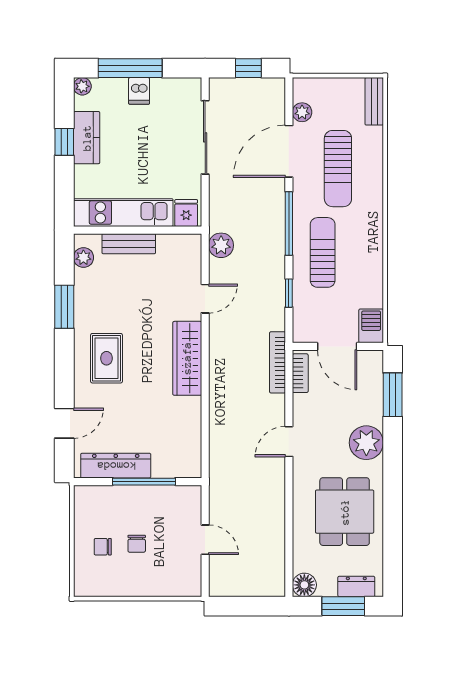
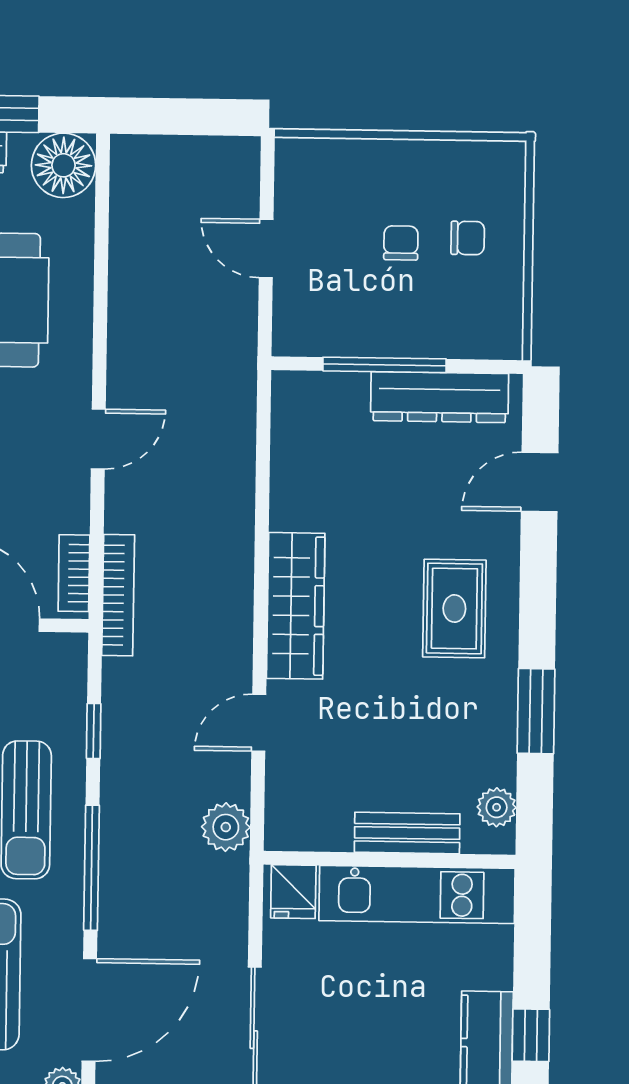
floor lamp: (304, 585) -> (63, 165), width x1.38, depth x1.38

